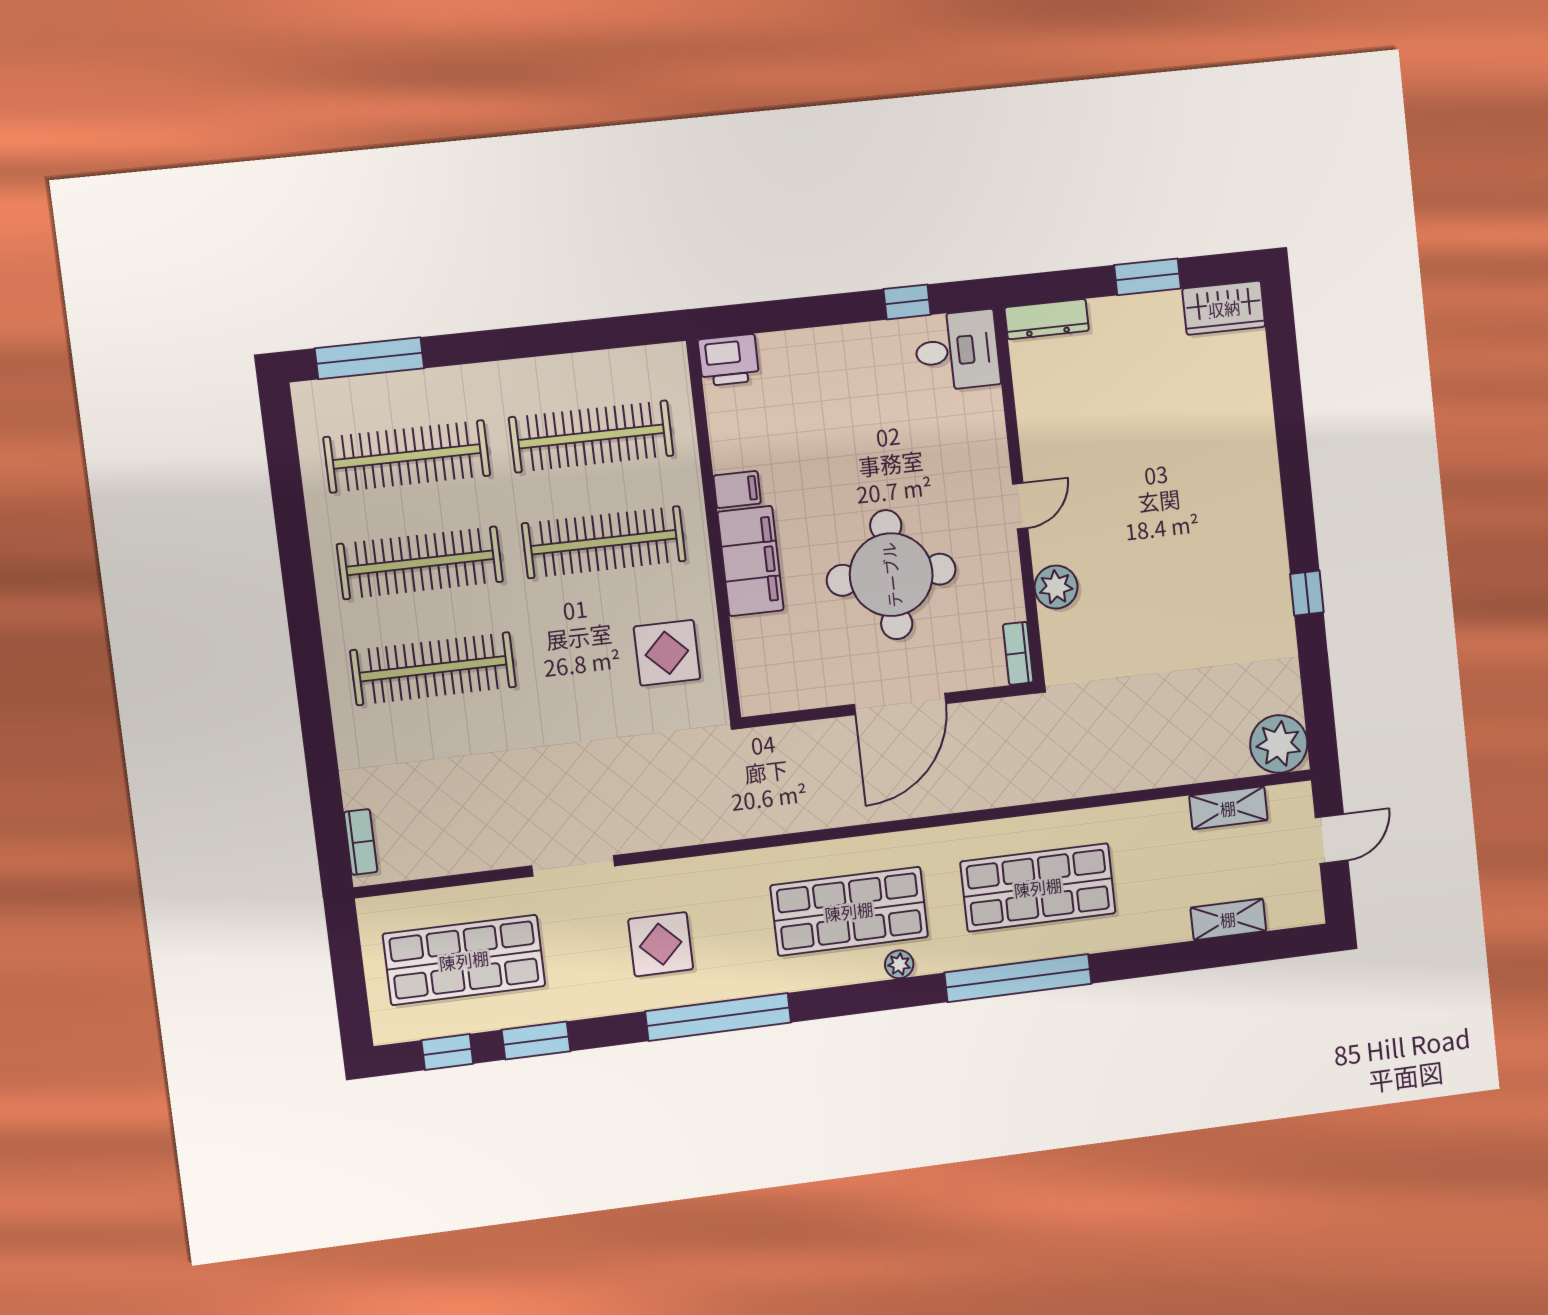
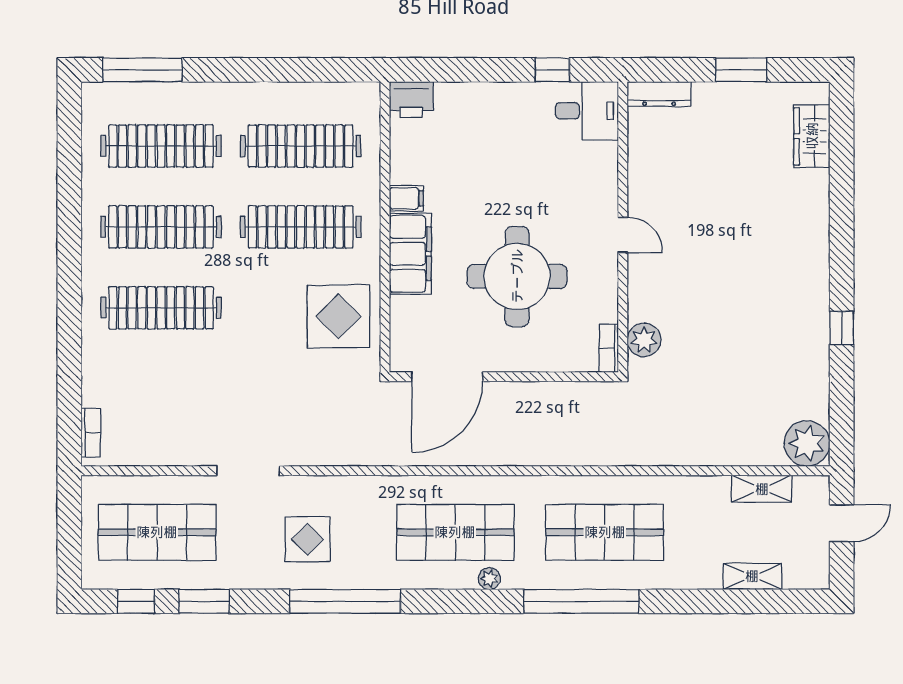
wardrobe: (1224, 308) -> (812, 136), moved, turned 90
door: (1020, 506) -> (623, 235), hinge flipped
plant: (1056, 587) -> (644, 340), moved
display table: (667, 653) -> (339, 316), width x1.36, depth x1.36
door: (900, 704) -> (447, 377), moved

